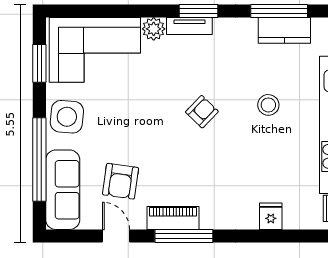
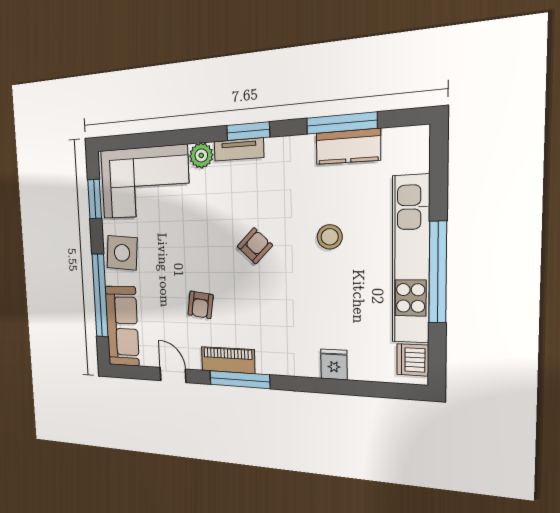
armchair: (121, 181) -> (200, 305), moved, width x0.72, depth x0.72

